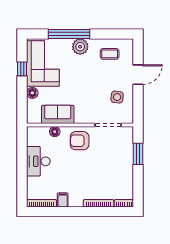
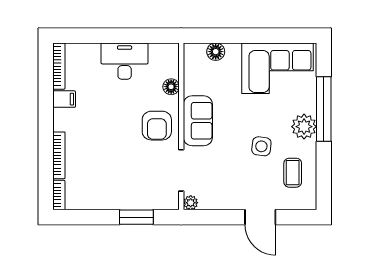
window: (22, 69) -> (269, 36), removed
floor lamp: (32, 93) -> (216, 52), moved
side table: (117, 97) -> (261, 146), moved
sofa: (58, 114) -> (198, 121), moved
plant: (129, 119) -> (191, 203), added
armchair: (80, 141) -> (157, 126), turned 180

